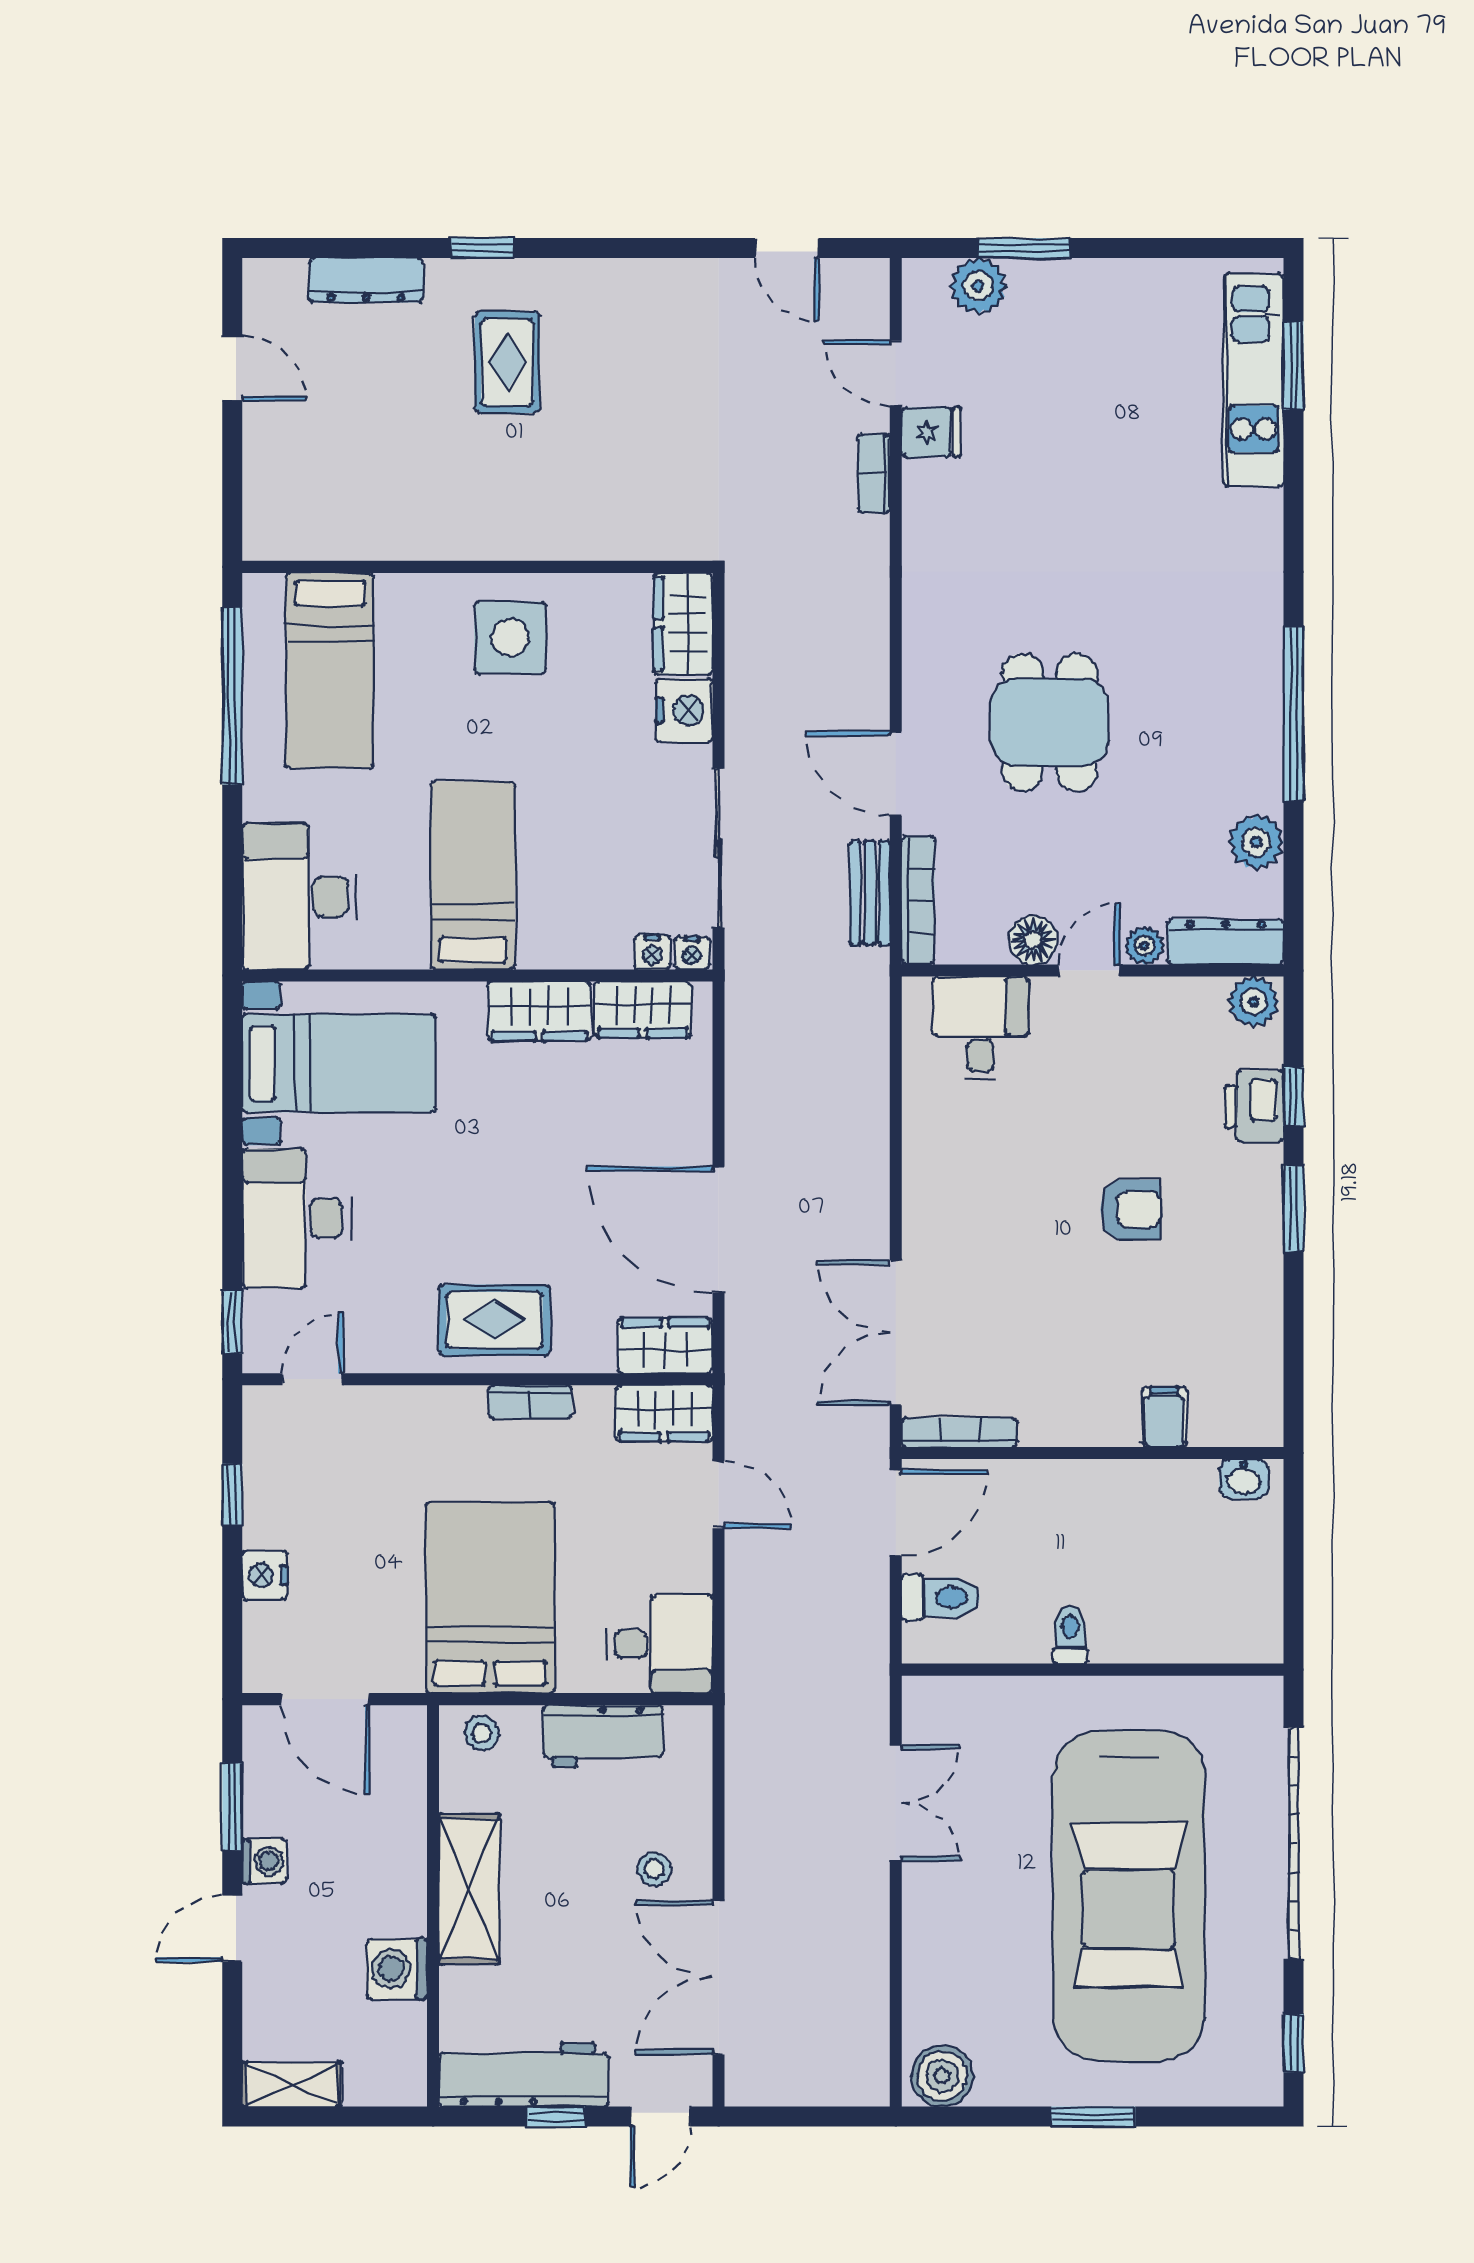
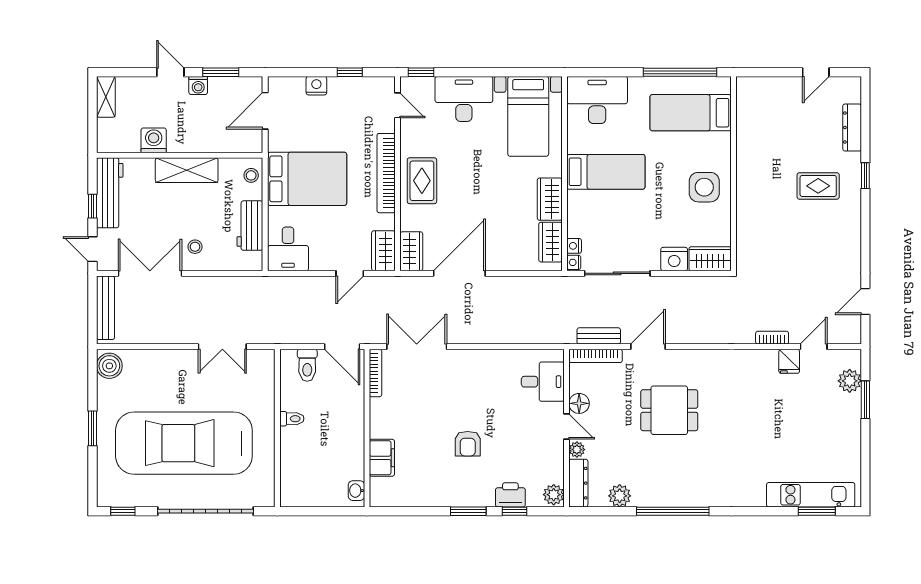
bookcase: (531, 1402) -> (386, 173), width x2.31, depth x1.31
filing cabinet: (1164, 1417) -> (382, 458), width x2.00
bench: (802, 2085) -> (106, 308), added

